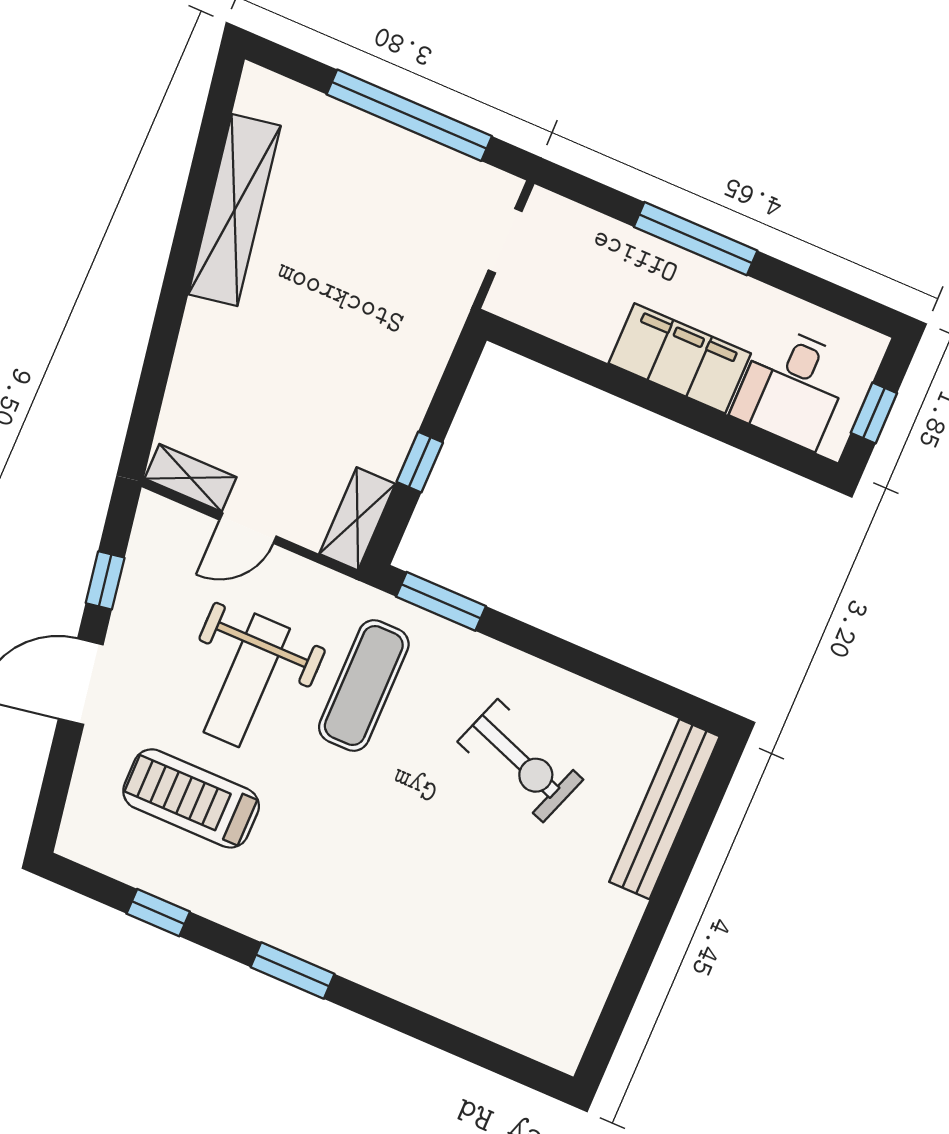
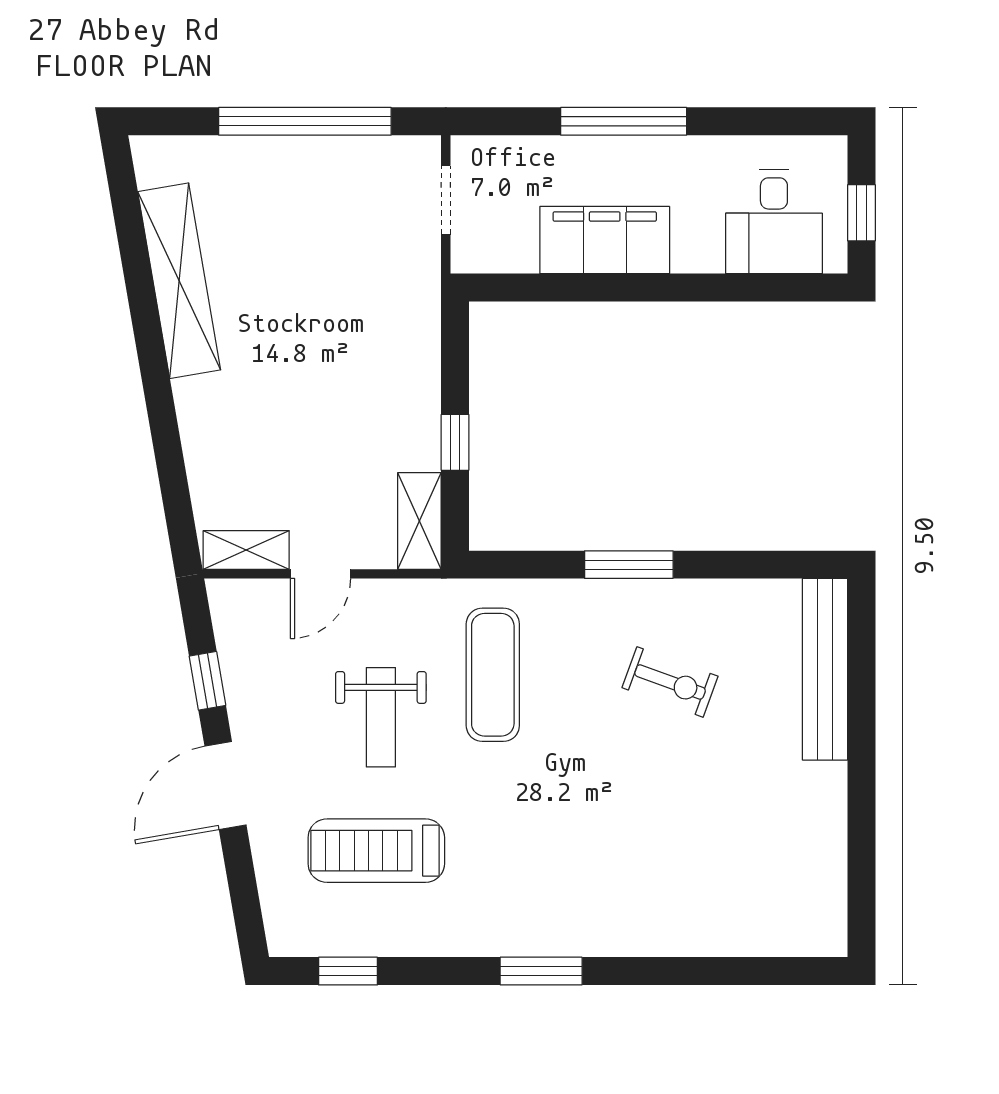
filing cabinet: (680, 358) -> (605, 240), moved
window: (441, 601) -> (629, 565), moved
weight bench: (247, 680) -> (381, 717), width x0.73, depth x0.75
exercise bike: (520, 761) -> (670, 682), width x0.73, depth x0.72
window: (158, 913) -> (348, 971), moved

